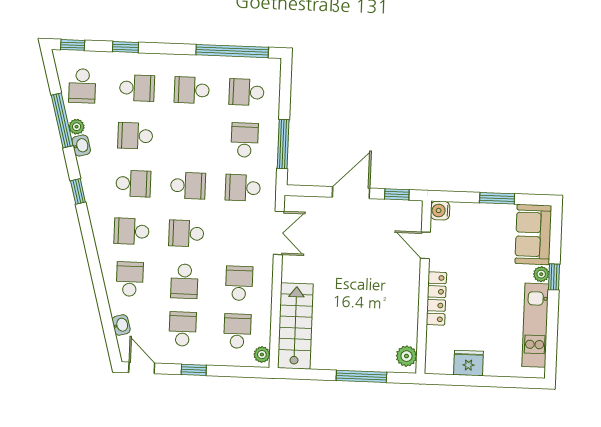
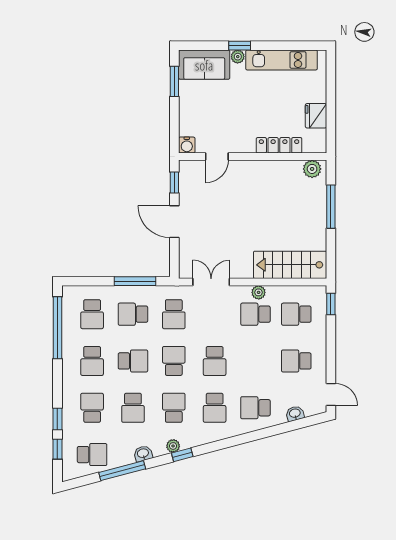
window: (73, 45) -> (57, 449), moved
plant: (77, 127) -> (173, 446), moved
window: (497, 198) -> (174, 81), moved
school desk: (184, 281) -> (133, 361), moved
locker: (436, 298) -> (279, 145), moved
plant: (262, 355) -> (259, 292), moved
door: (142, 368) -> (331, 395), swing flipped
window: (194, 370) -> (331, 304), moved

